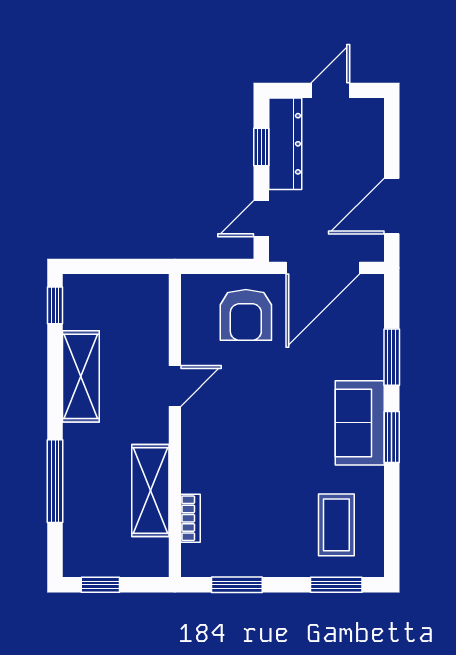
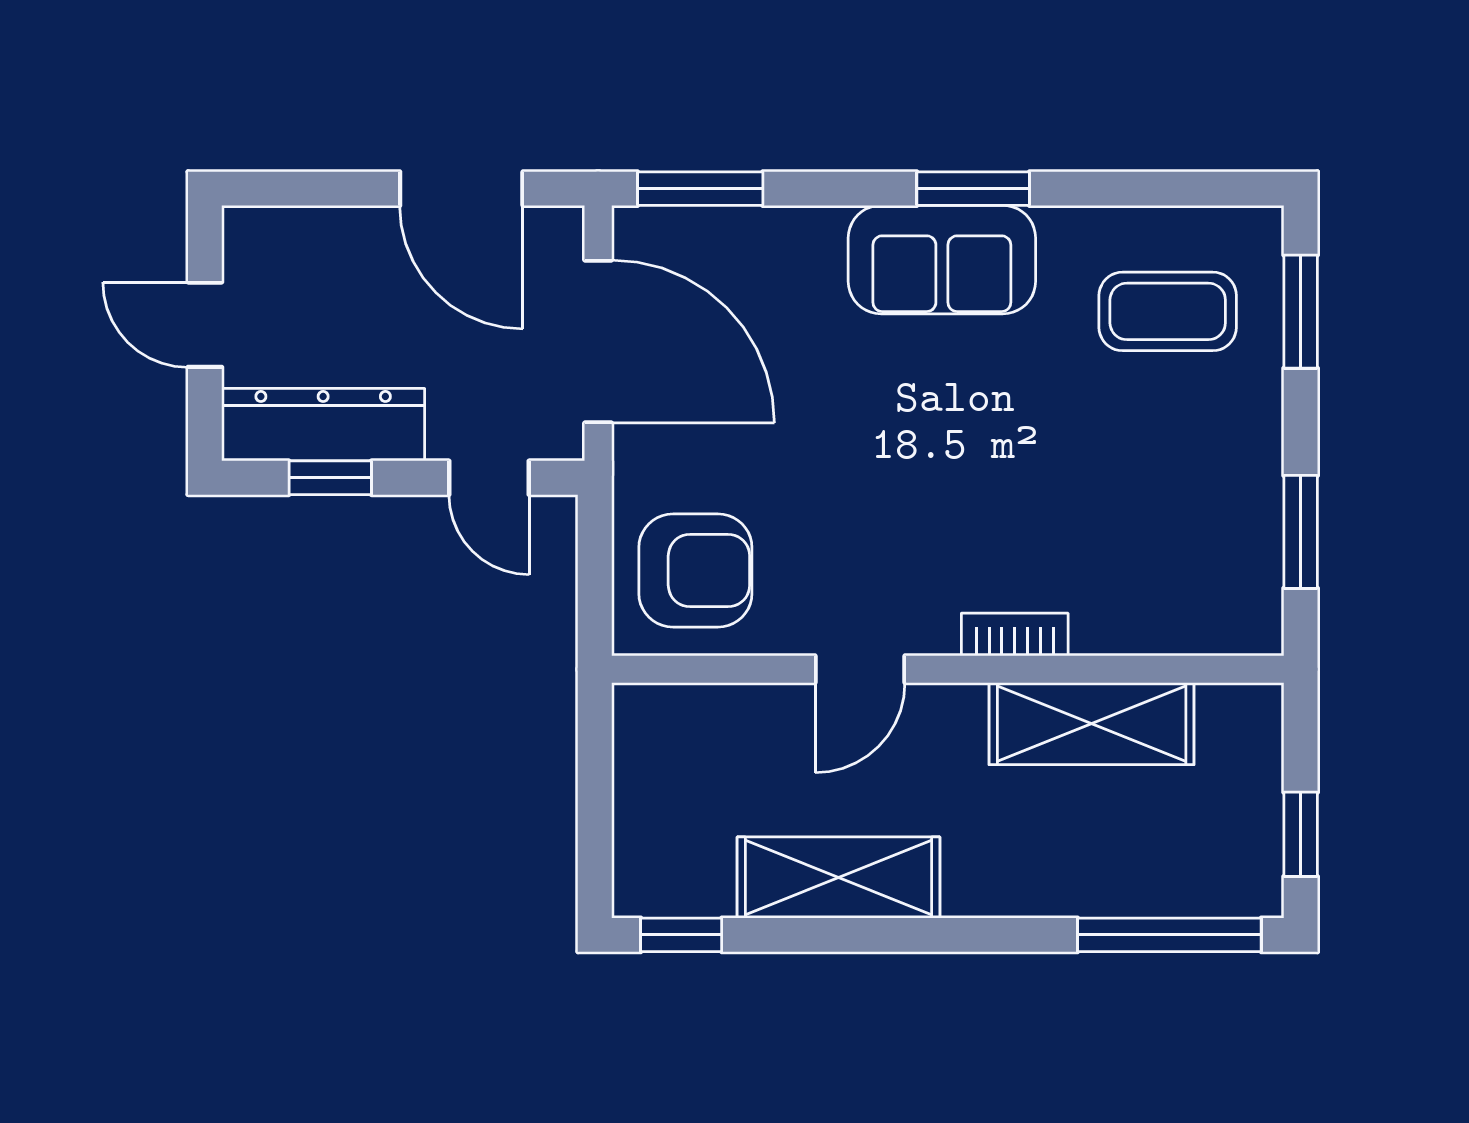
armchair: (246, 315) -> (695, 571), moved
window: (392, 357) -> (700, 189), moved
door: (175, 386) -> (860, 669), swing flipped
window: (55, 481) -> (1169, 935), moved
bookcase: (191, 518) -> (1015, 635), moved

